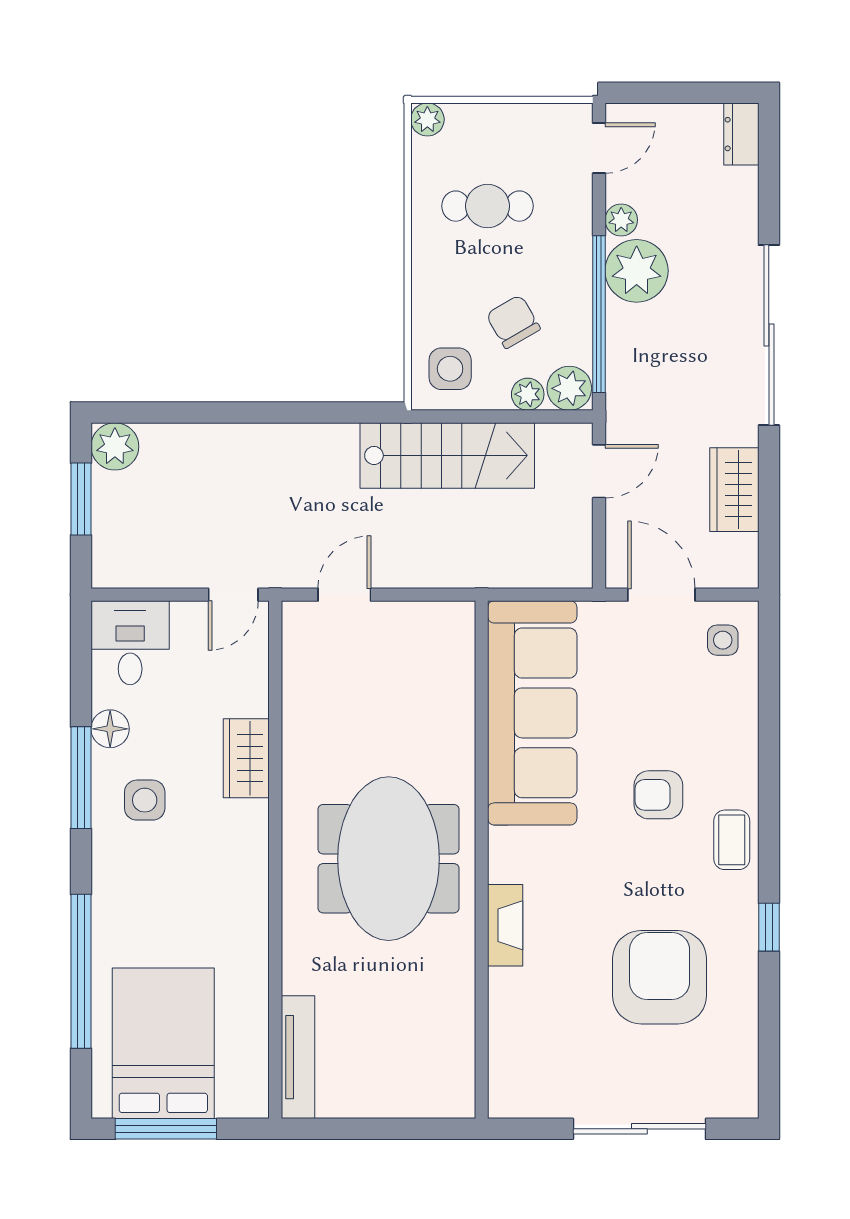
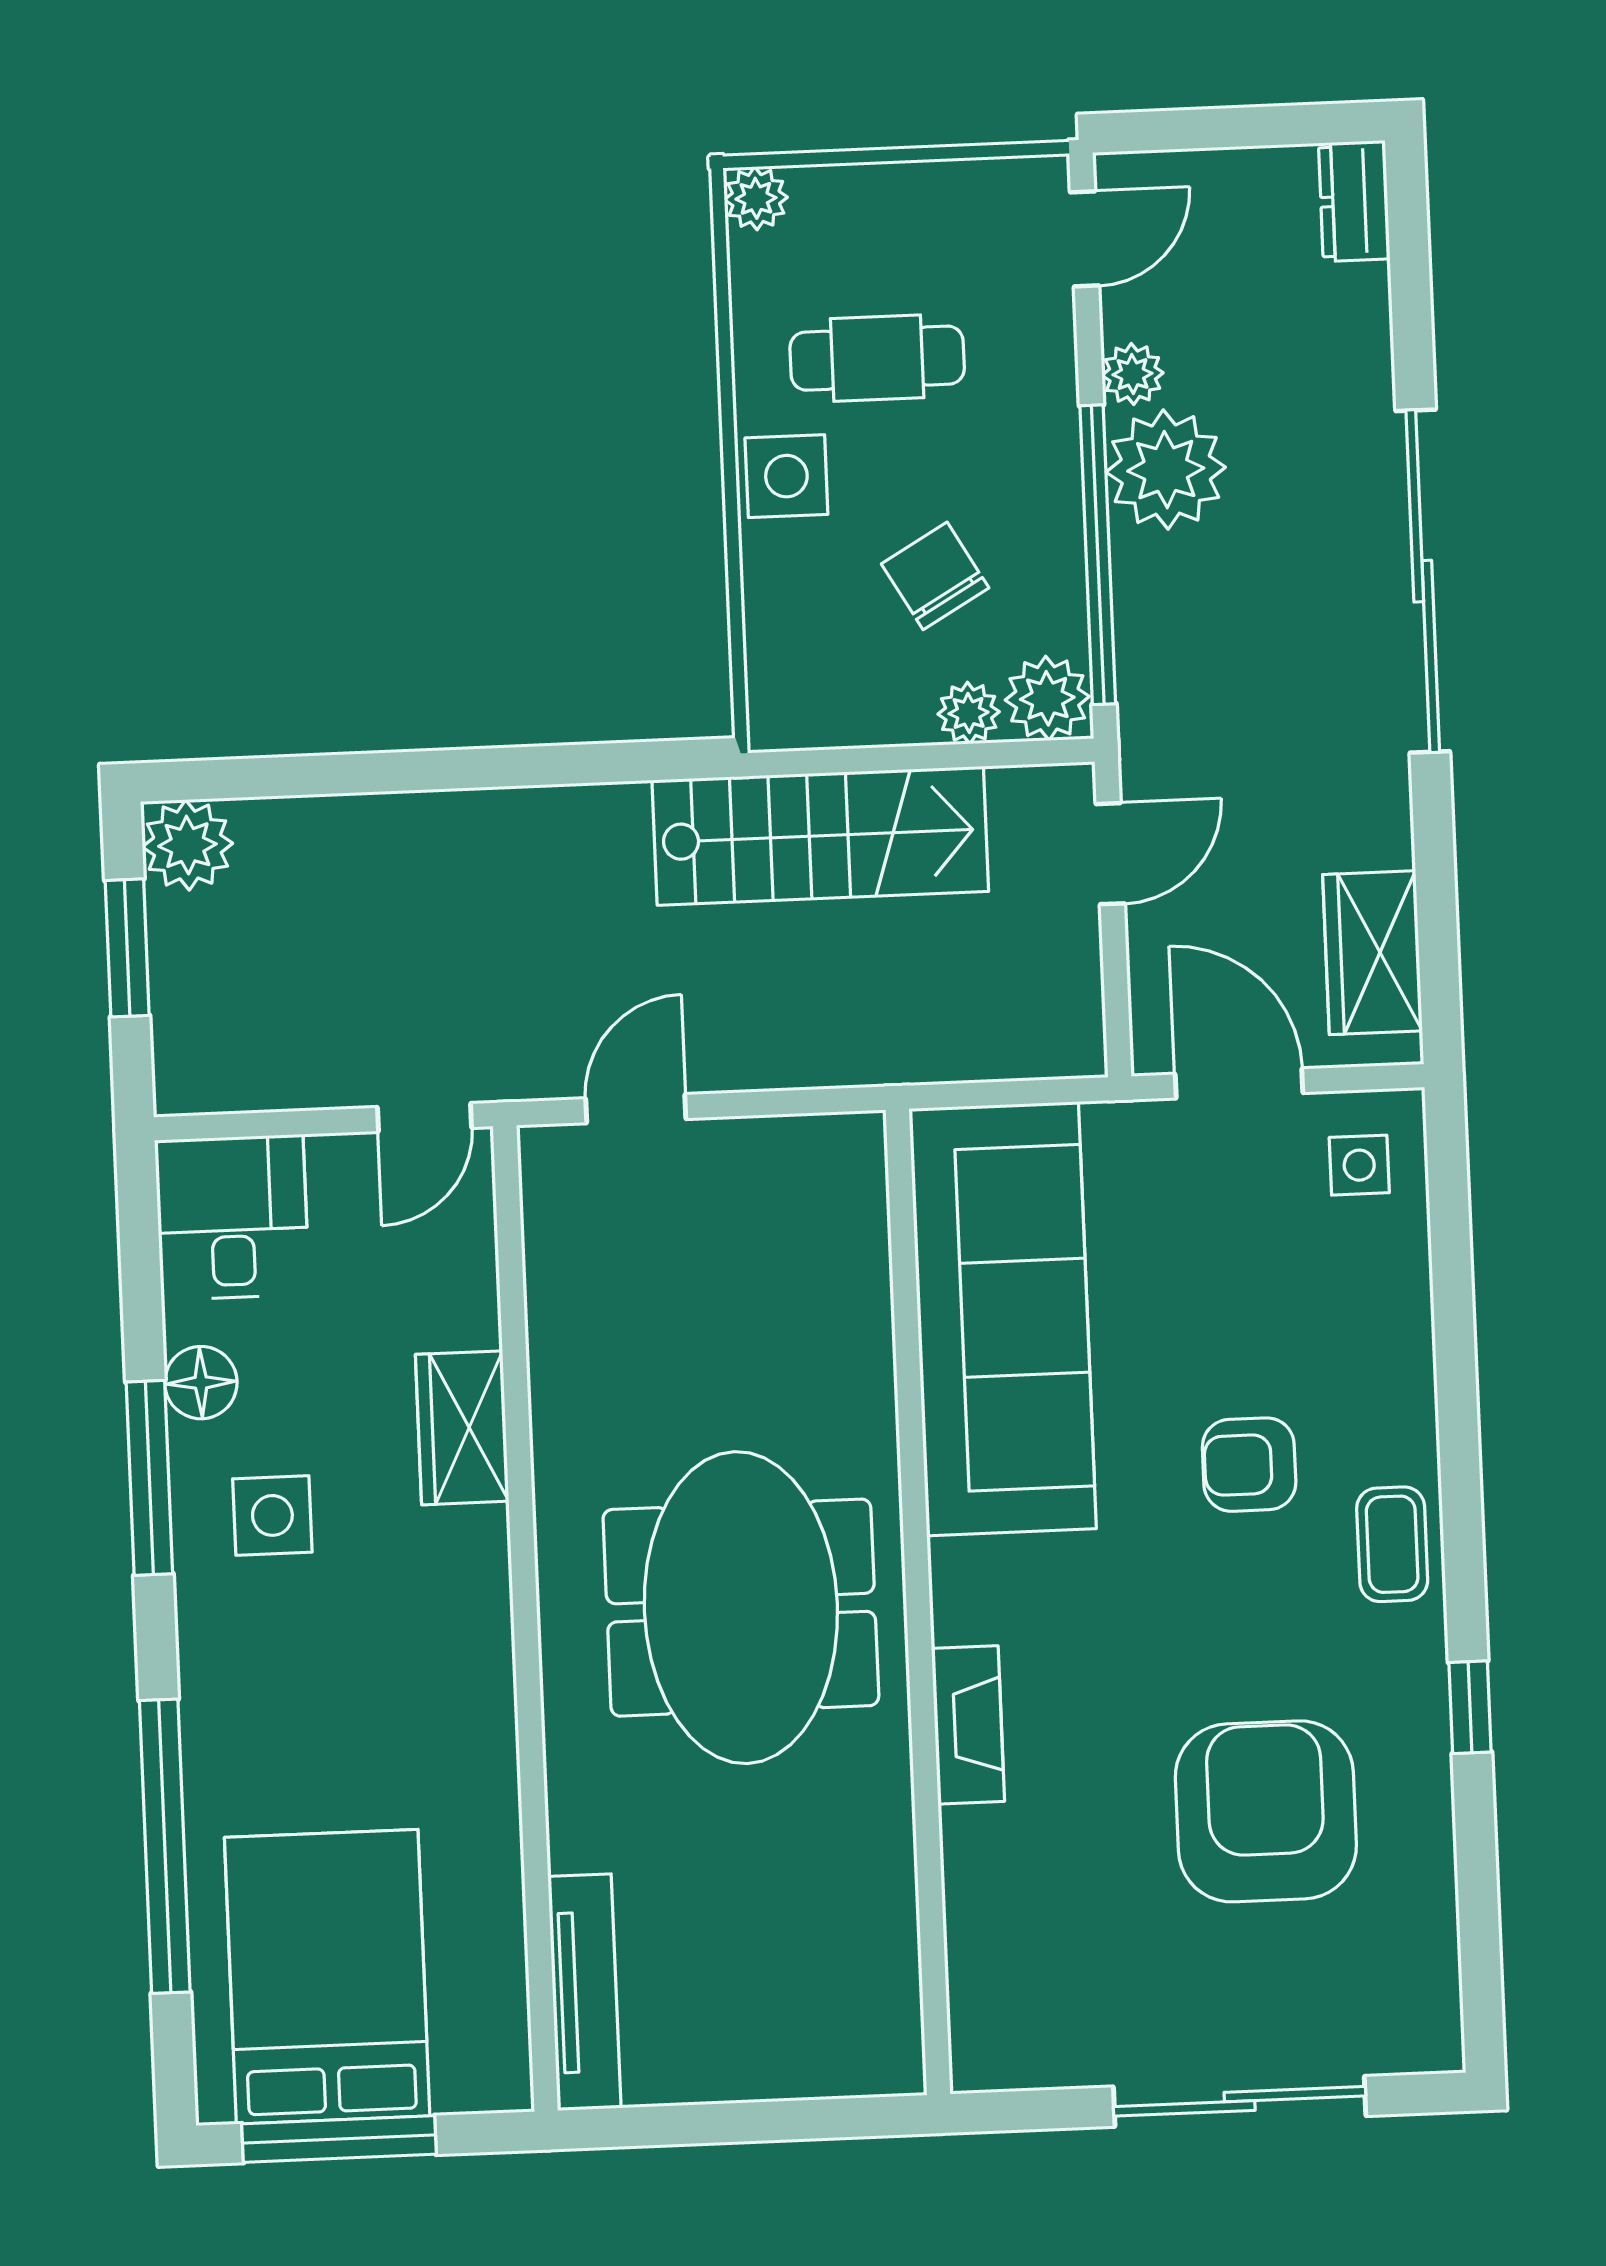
side table: (450, 369) -> (786, 476), moved
wardrobe: (734, 490) -> (1373, 953), moved

